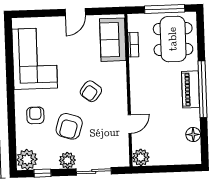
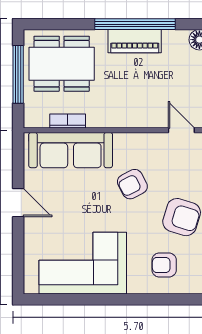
sofa: (113, 40) -> (71, 150), width x1.36
armchair: (91, 91) -> (132, 184), turned 115

